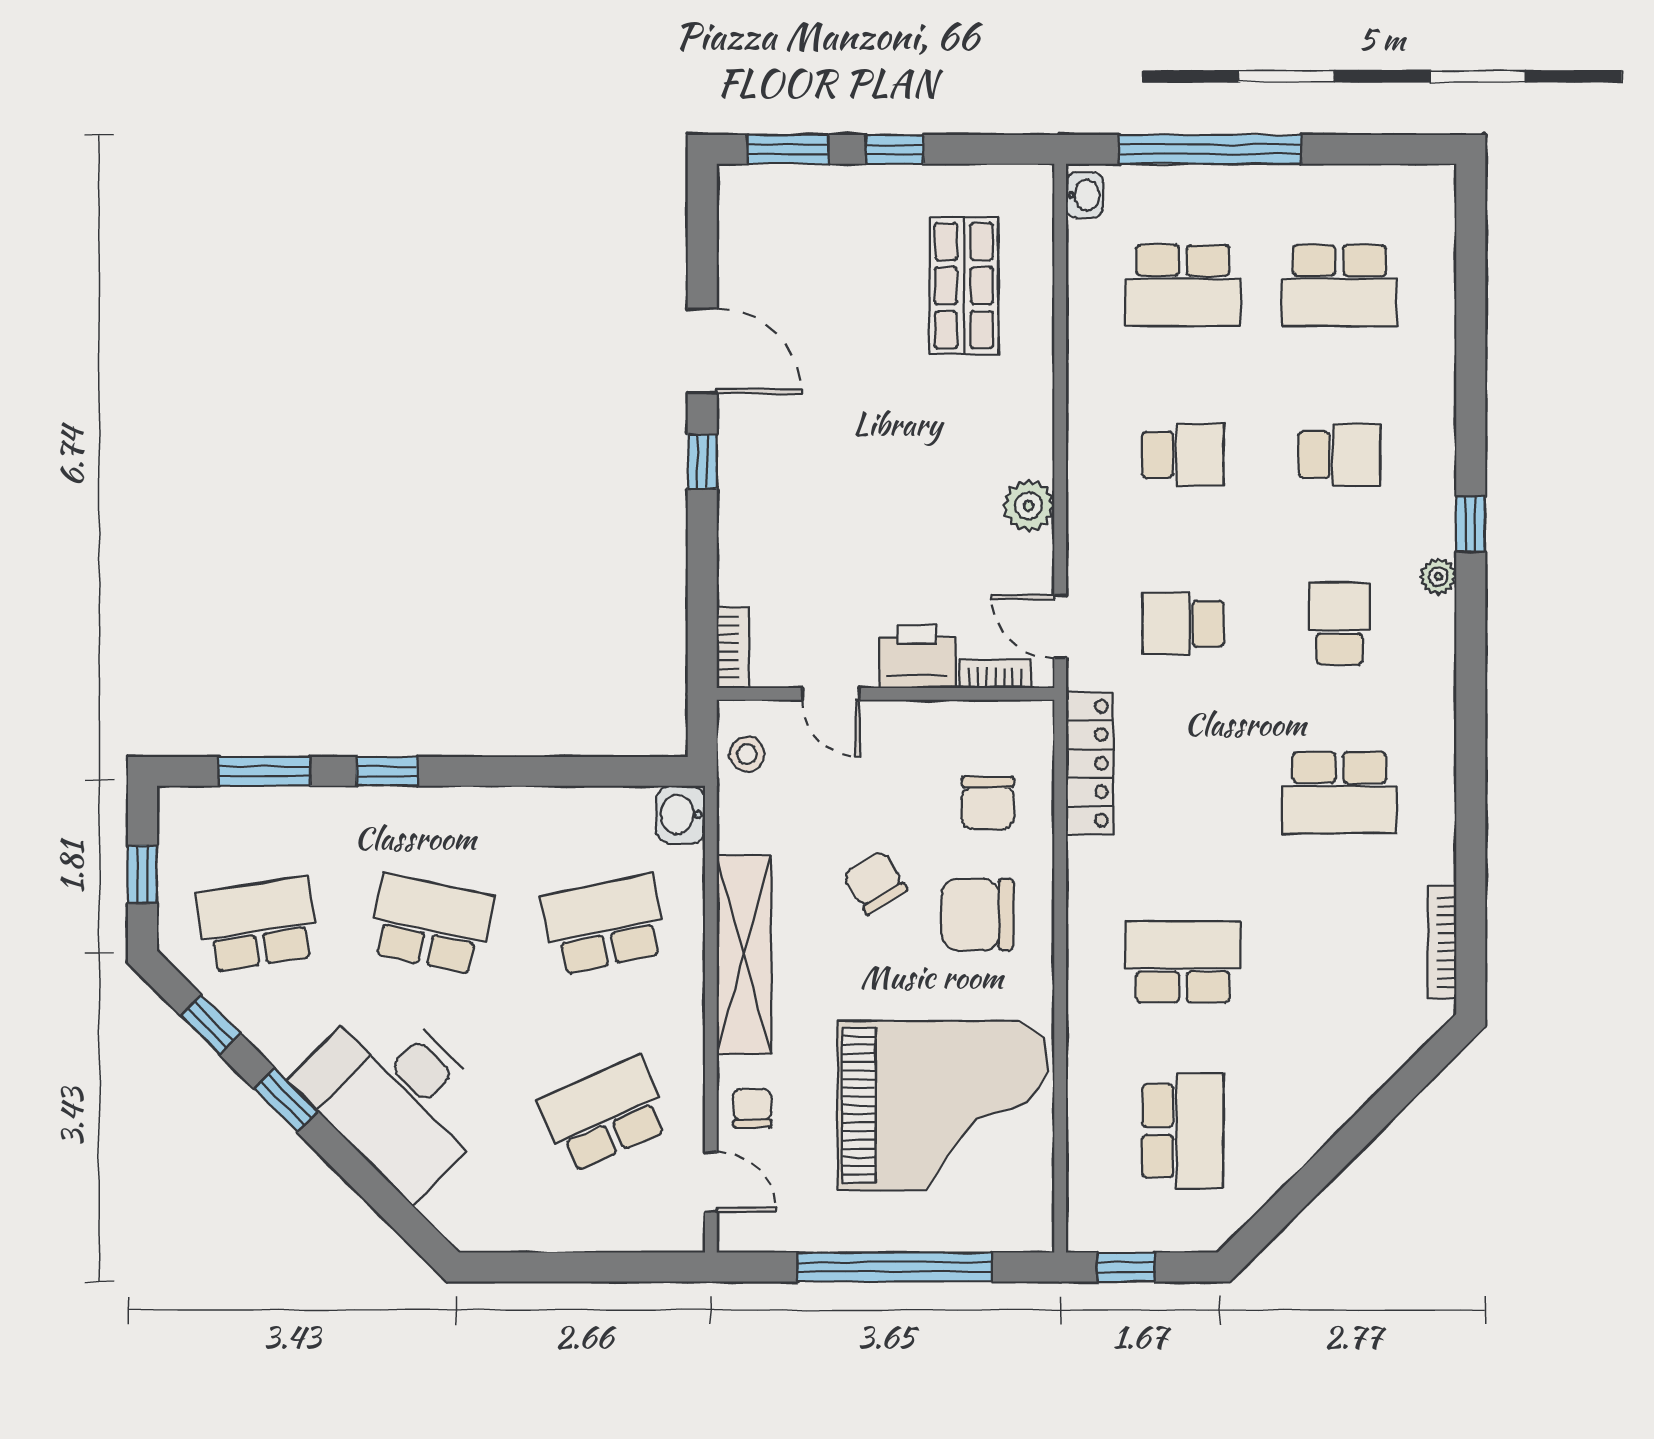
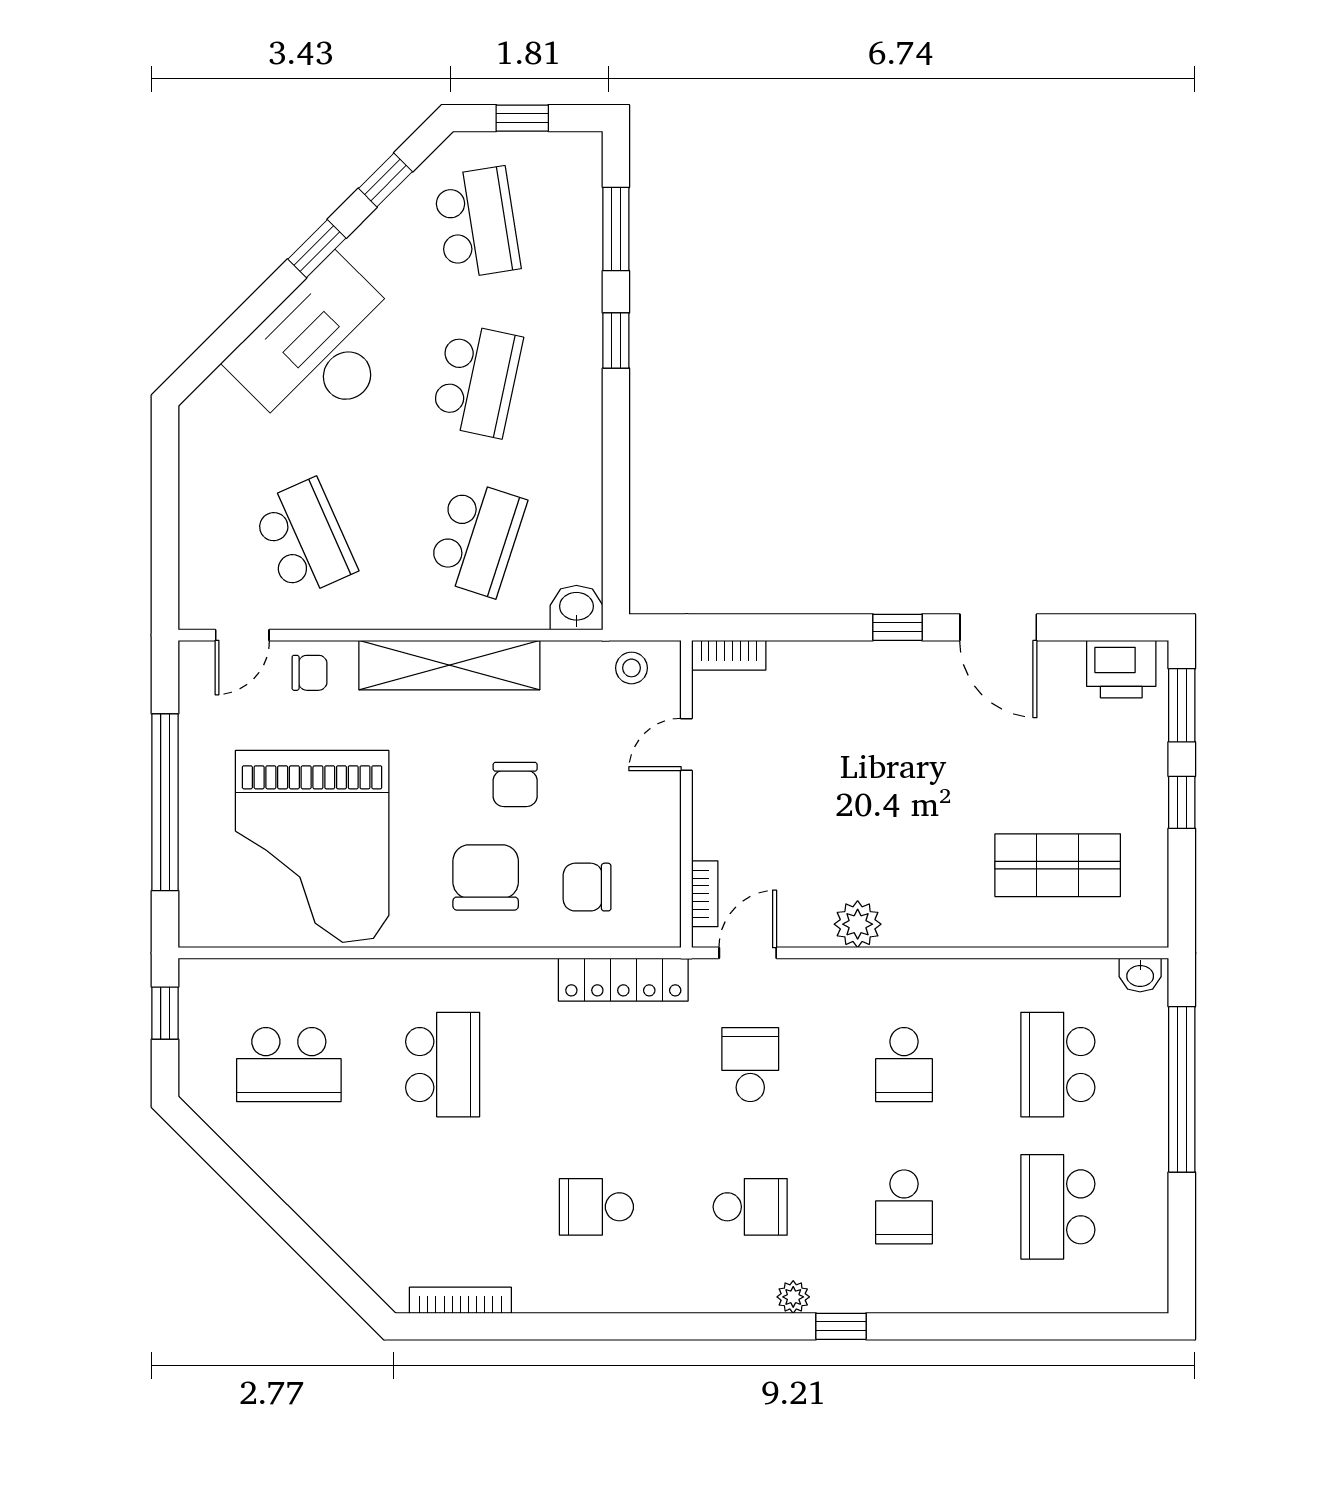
door: (702, 351) -> (998, 627), hinge flipped
printer: (917, 657) -> (1121, 669), moved, turned 90
school desk: (1339, 793) -> (596, 1207), width x0.54
chair: (875, 882) -> (515, 784), turned 122
school desk: (604, 924) -> (477, 538), turned 30

